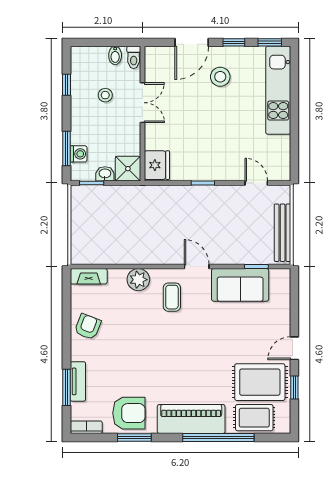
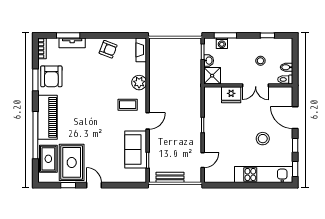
stool: (220, 77) -> (263, 139), moved
fridge: (157, 165) -> (231, 95), moved
bench: (283, 233) -> (170, 177), width x0.73

